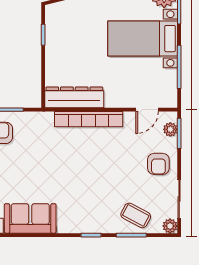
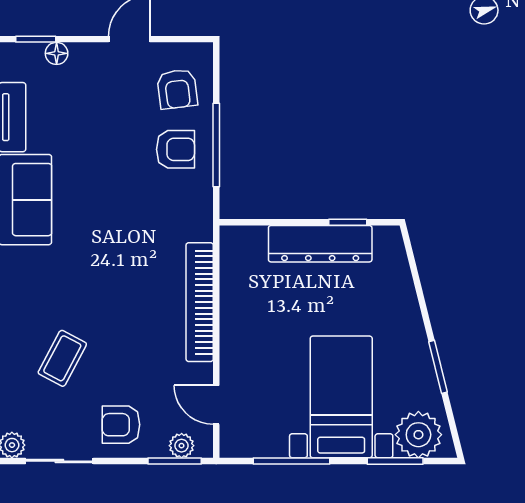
dresser: (74, 97) -> (320, 244), moved, turned 90
coffee table: (136, 215) -> (62, 358), moved

